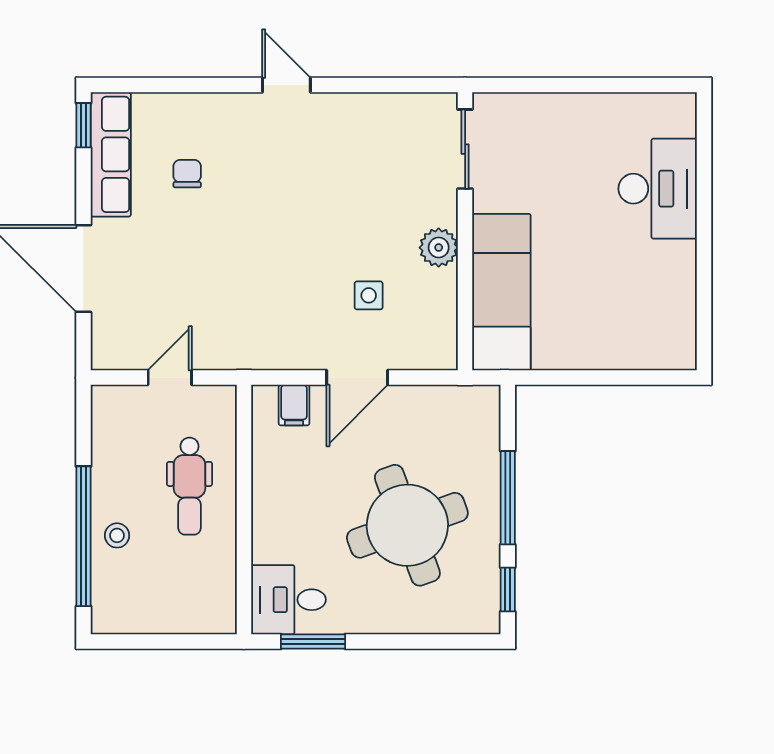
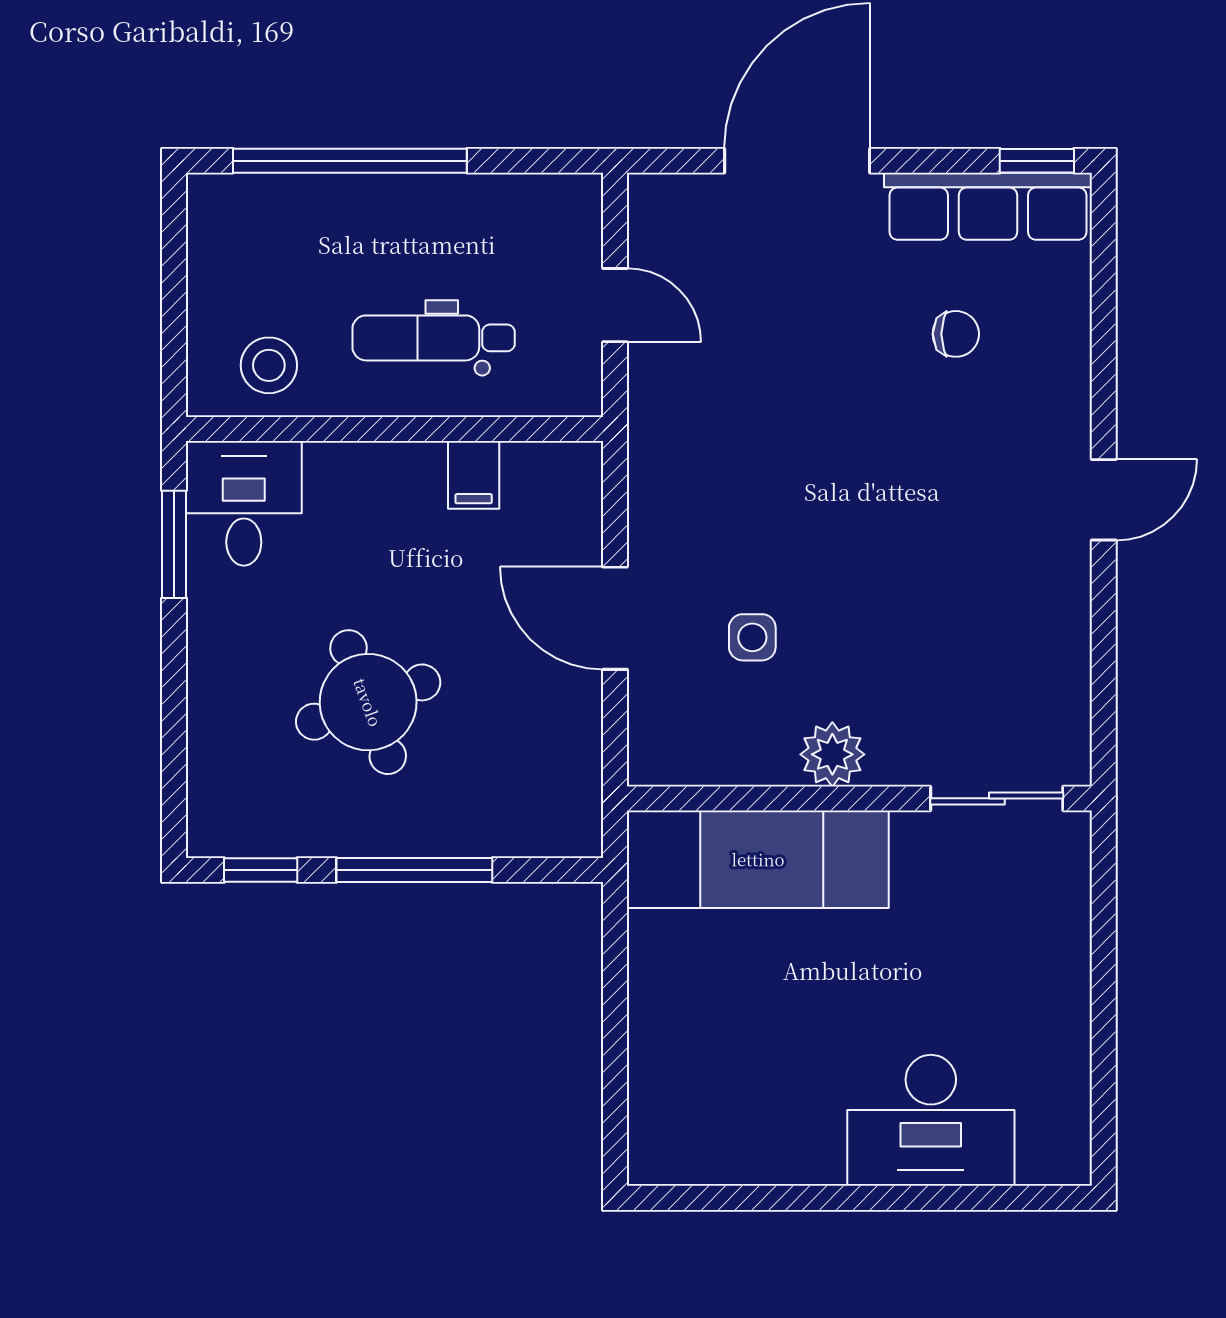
filing cabinet: (294, 405) -> (474, 475), moved, turned -90
round table: (407, 525) -> (368, 702), width x0.73, depth x0.73
stool: (117, 535) -> (269, 365), moved, width x1.37, depth x1.37

